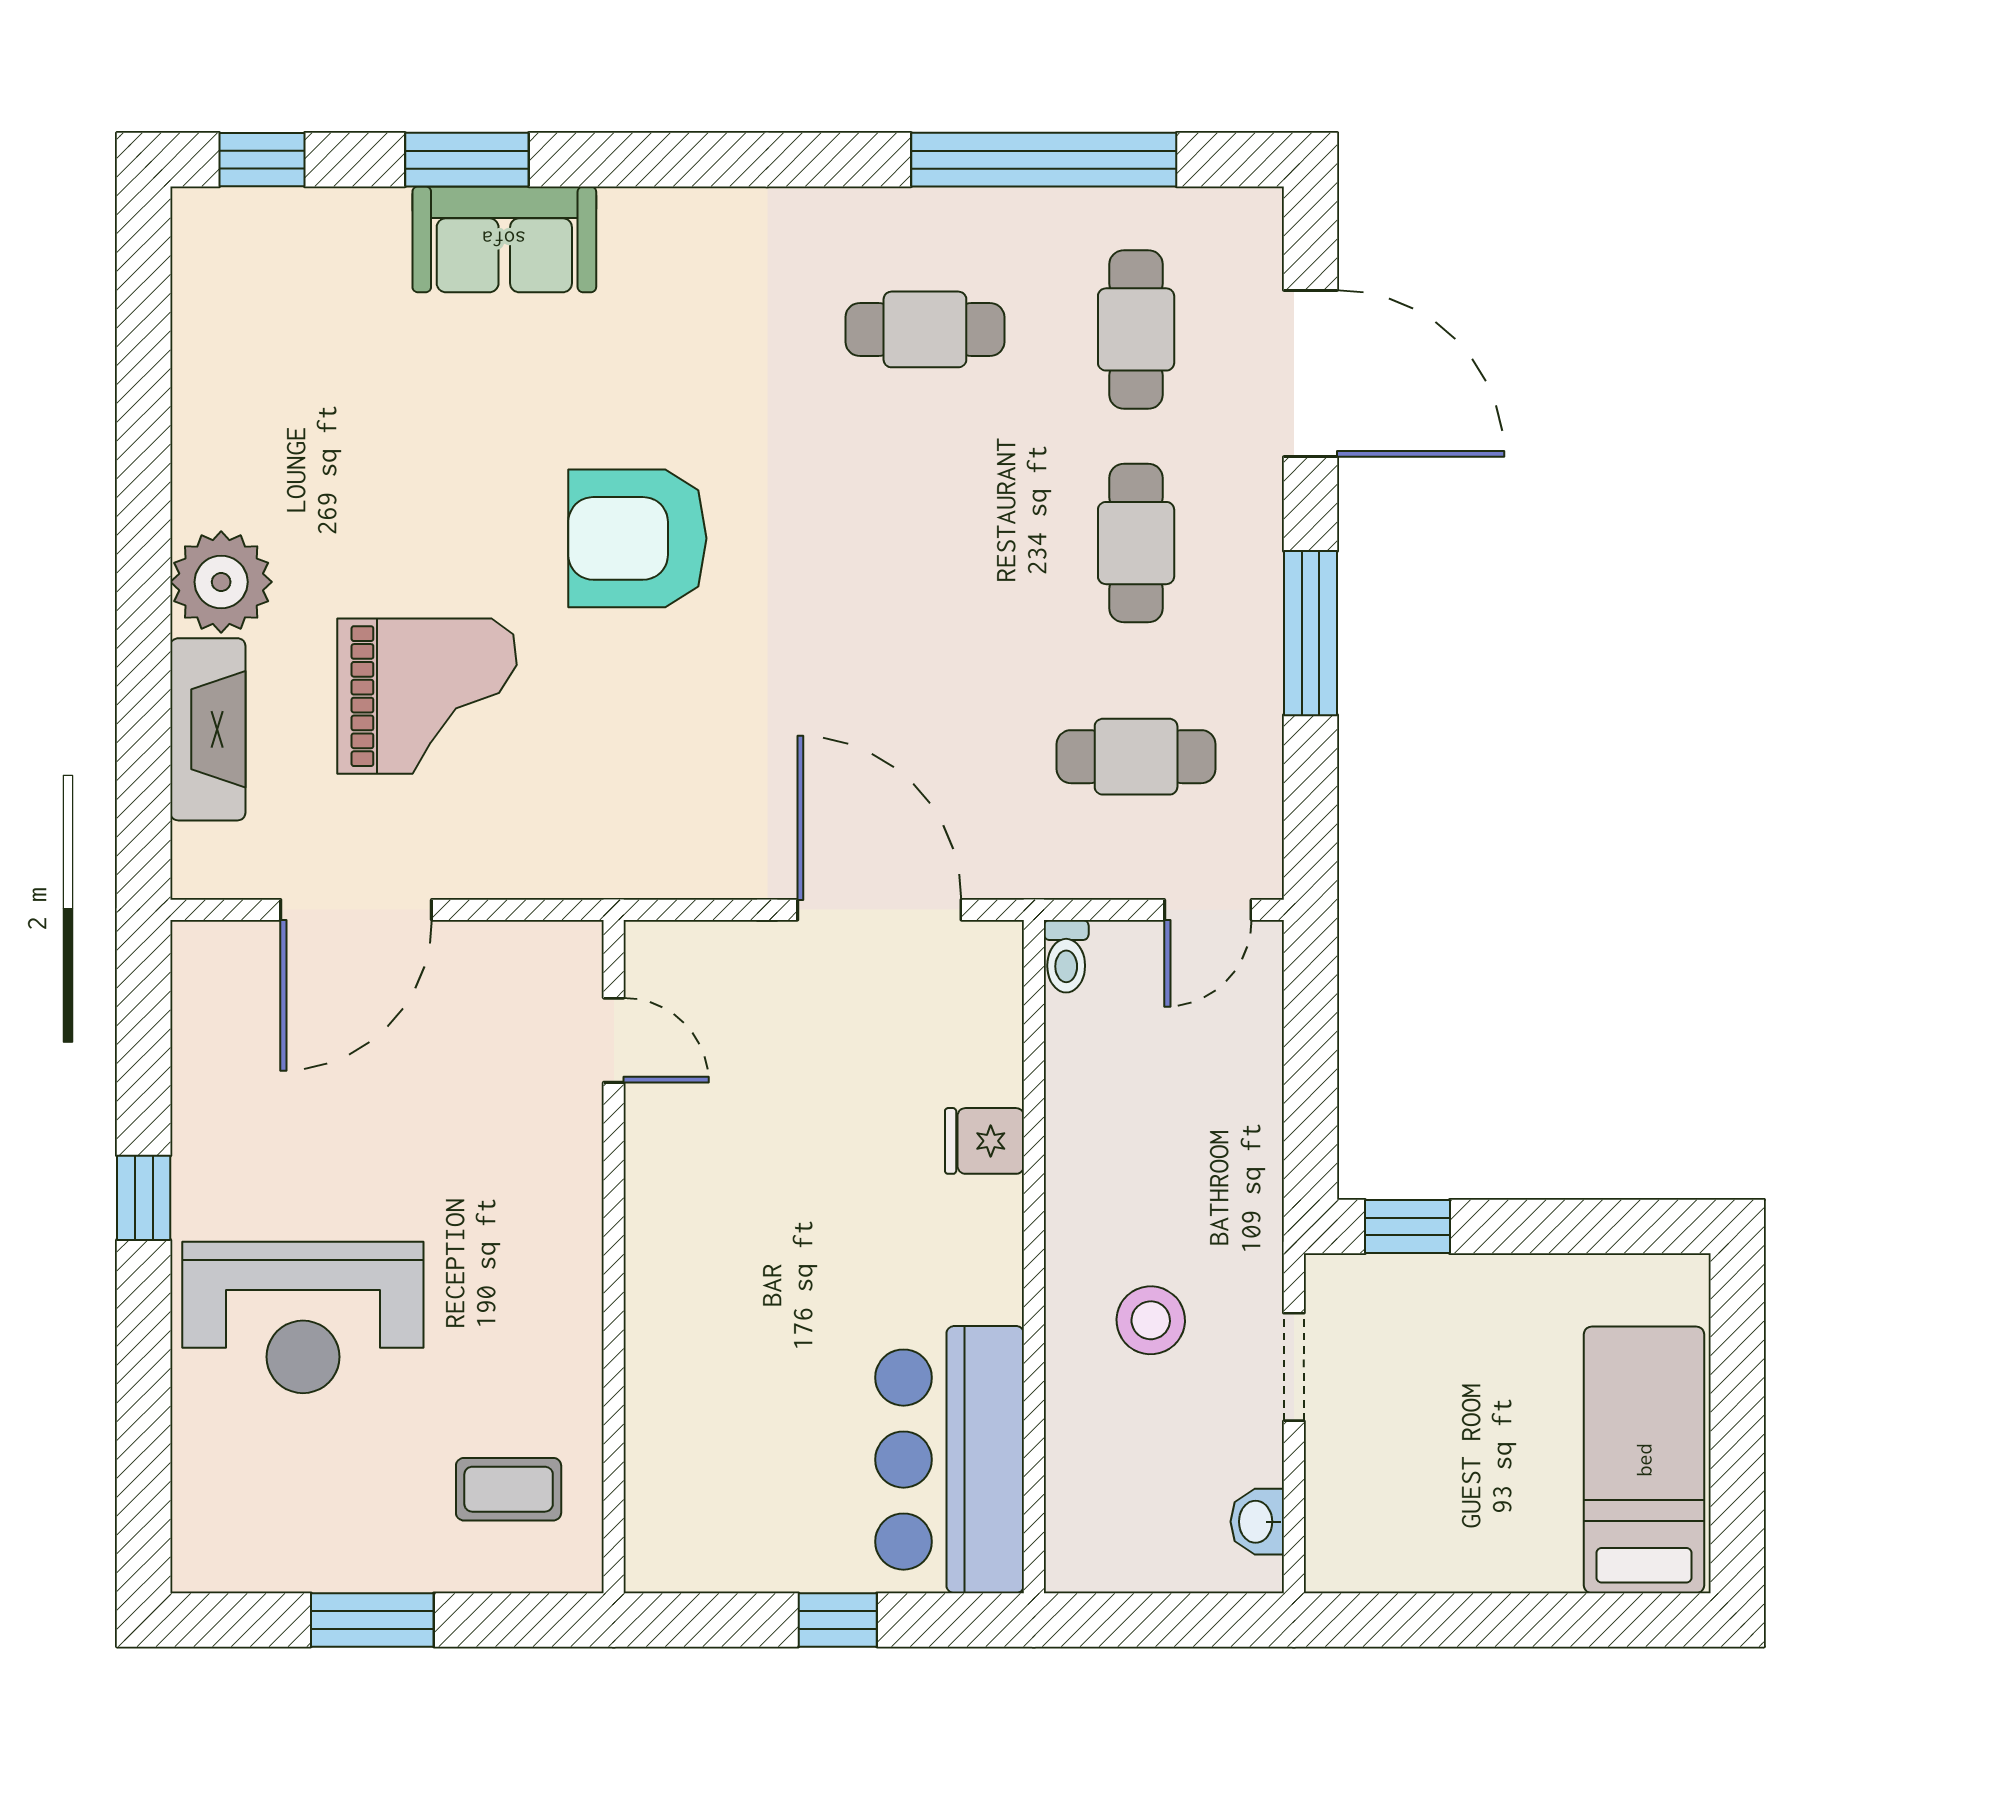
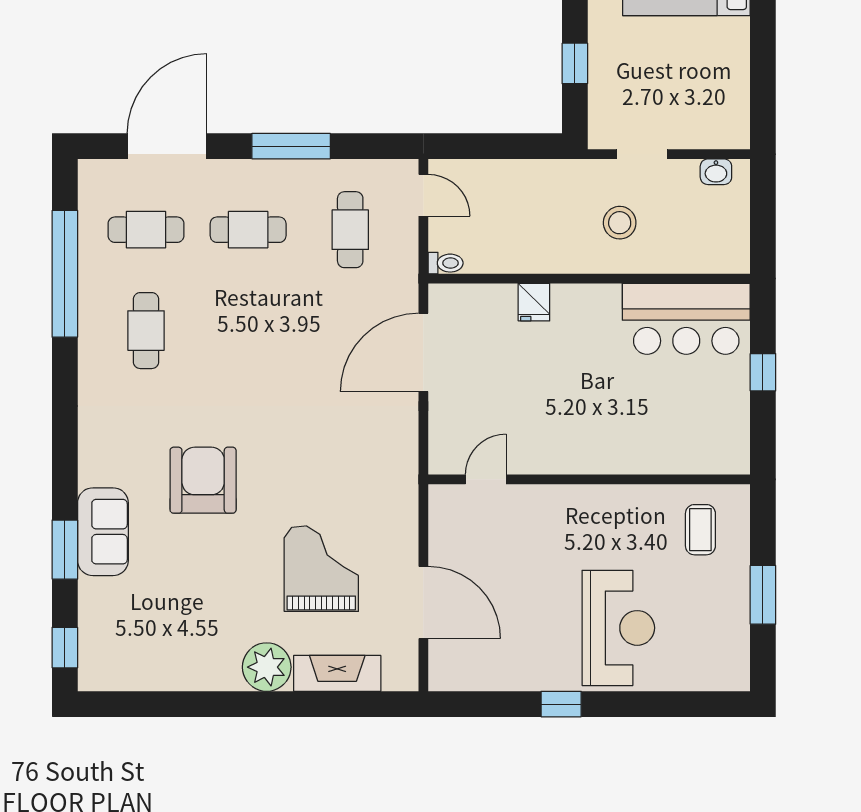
armchair: (637, 538) -> (203, 480), moved, turned 180
window: (1407, 1227) -> (575, 63), moved

